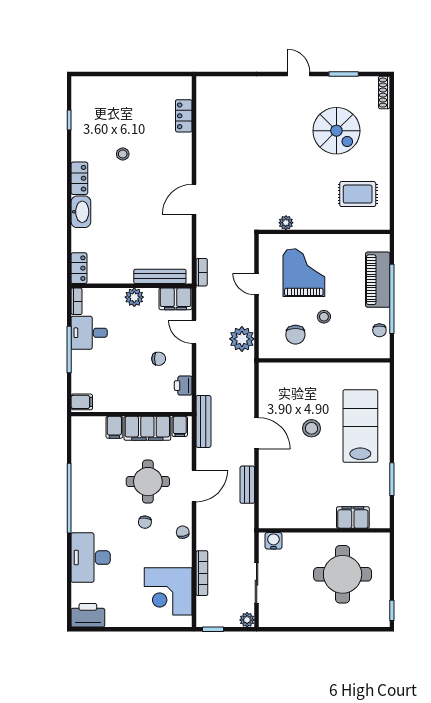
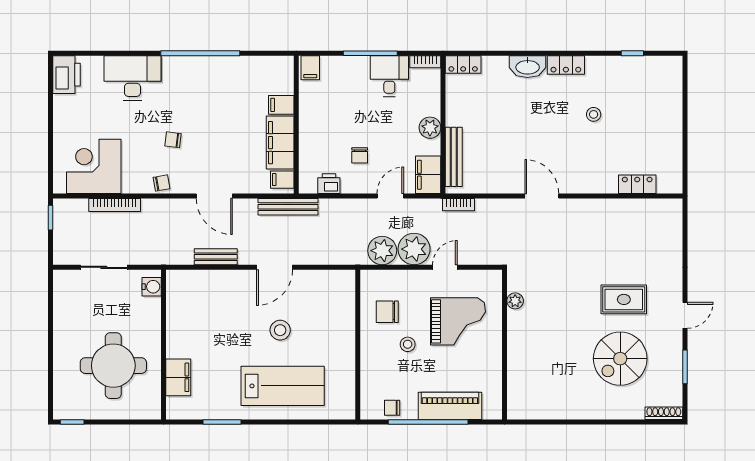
rug: (358, 194) -> (624, 299), moved, turned 90
round table: (148, 482) -> (219, 143), removed
plant: (247, 620) -> (414, 249), moved, width x1.87, depth x1.87

